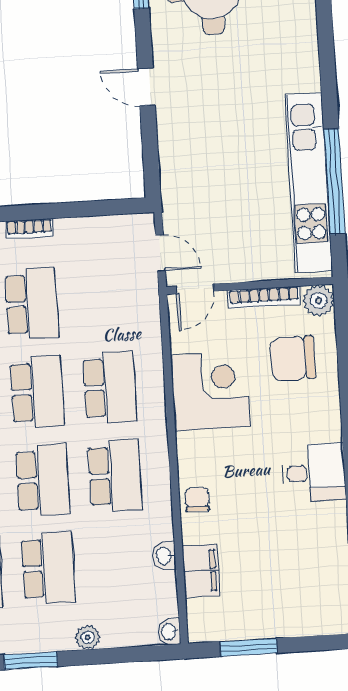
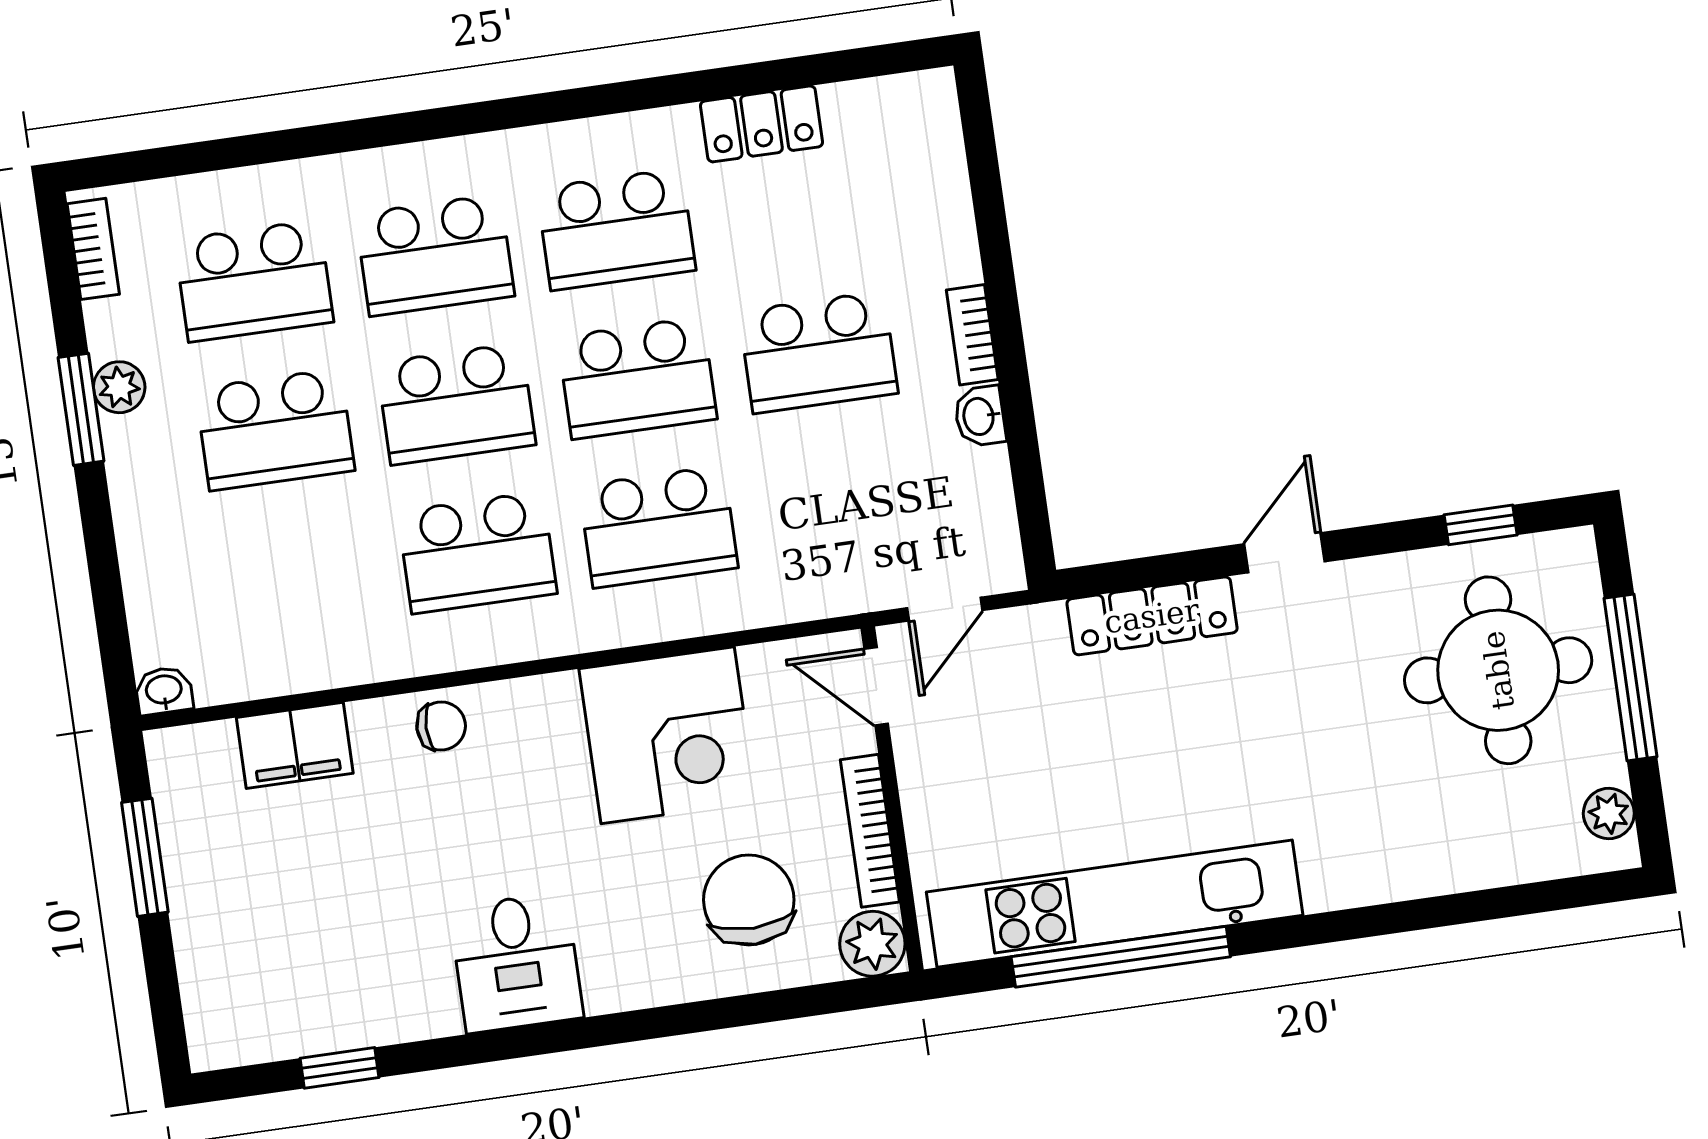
locker: (172, 153) -> (1152, 616), added
washbasin: (164, 556) -> (980, 416), moved, turned -90
plant: (88, 637) -> (119, 387), moved

